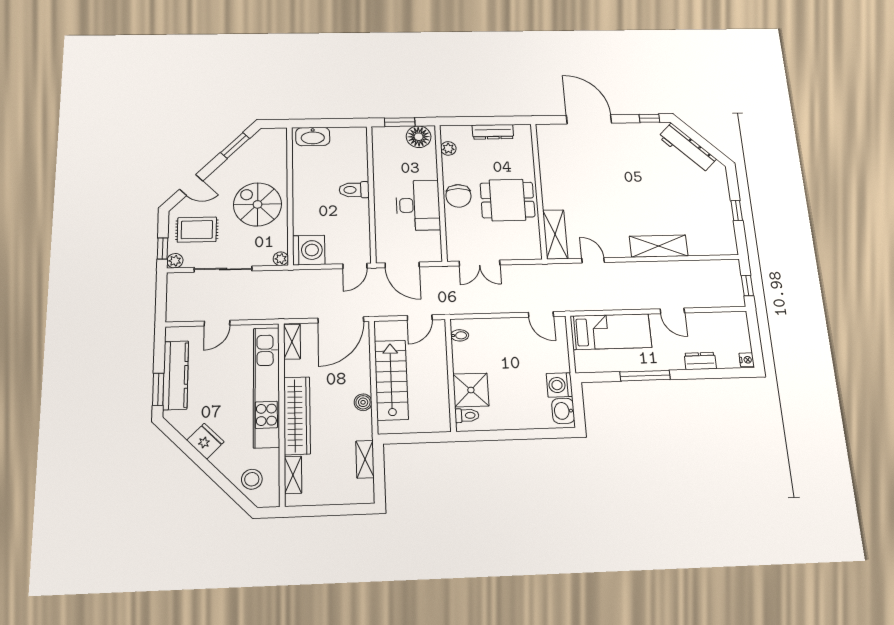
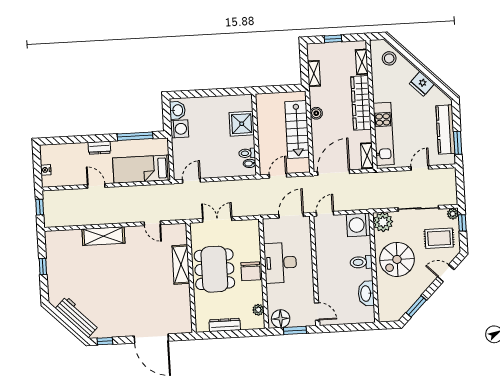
washbasin: (313, 137) -> (366, 293), moved, turned -90
door: (370, 144) -> (317, 311), added
toilet: (354, 190) -> (361, 262), moved, turned 180
chair: (458, 196) -> (251, 271), turned 180
dining table: (507, 200) -> (214, 269), width x1.38
spiral stairs: (257, 204) -> (397, 259), turned 90
shelving: (555, 234) -> (181, 265), moved
plant: (281, 259) -> (383, 222), width x1.88, depth x1.88
double door: (479, 263) -> (217, 220), moved
door: (402, 265) -> (291, 216), hinge flipped
door: (541, 314) -> (191, 181), hinge flipped
nightstand: (747, 360) -> (46, 170), moved
dresser: (700, 361) -> (99, 148), moved
window: (645, 376) -> (135, 136), moved
kitchen unit: (266, 387) -> (384, 134), width x0.73
window: (158, 389) -> (458, 143), moved
toilet: (467, 415) -> (247, 153), moved
window: (335, 510) -> (333, 39), added

